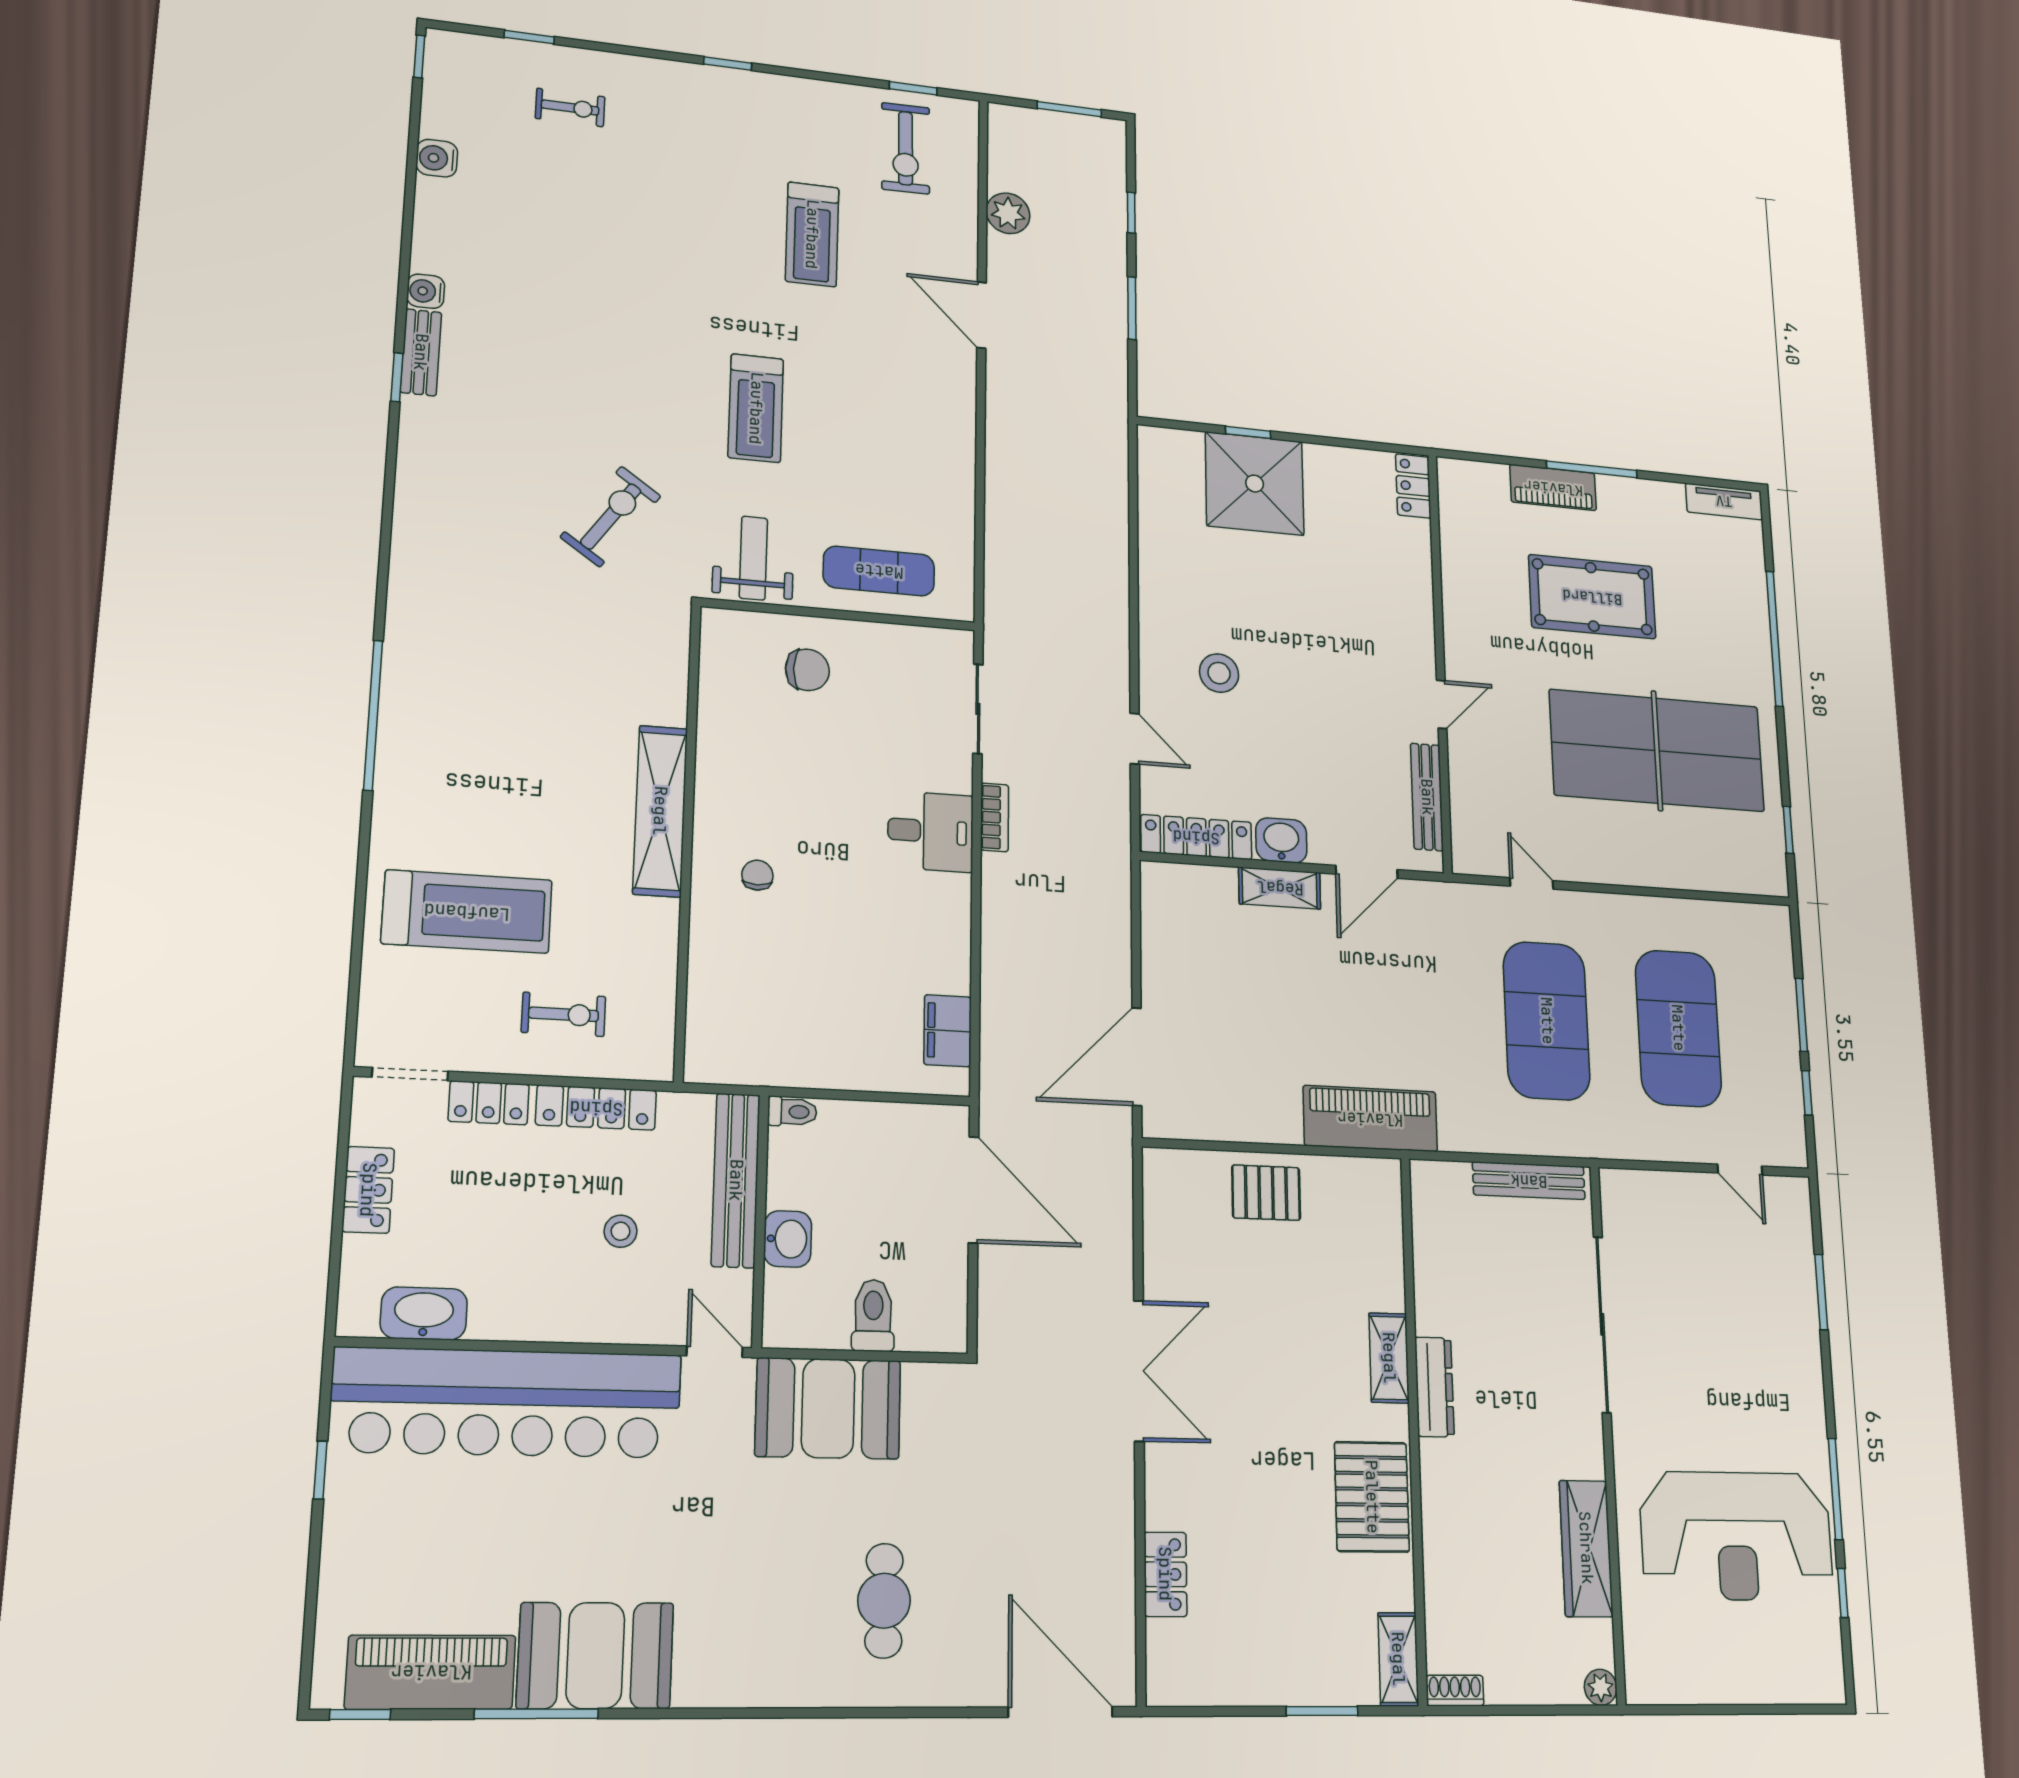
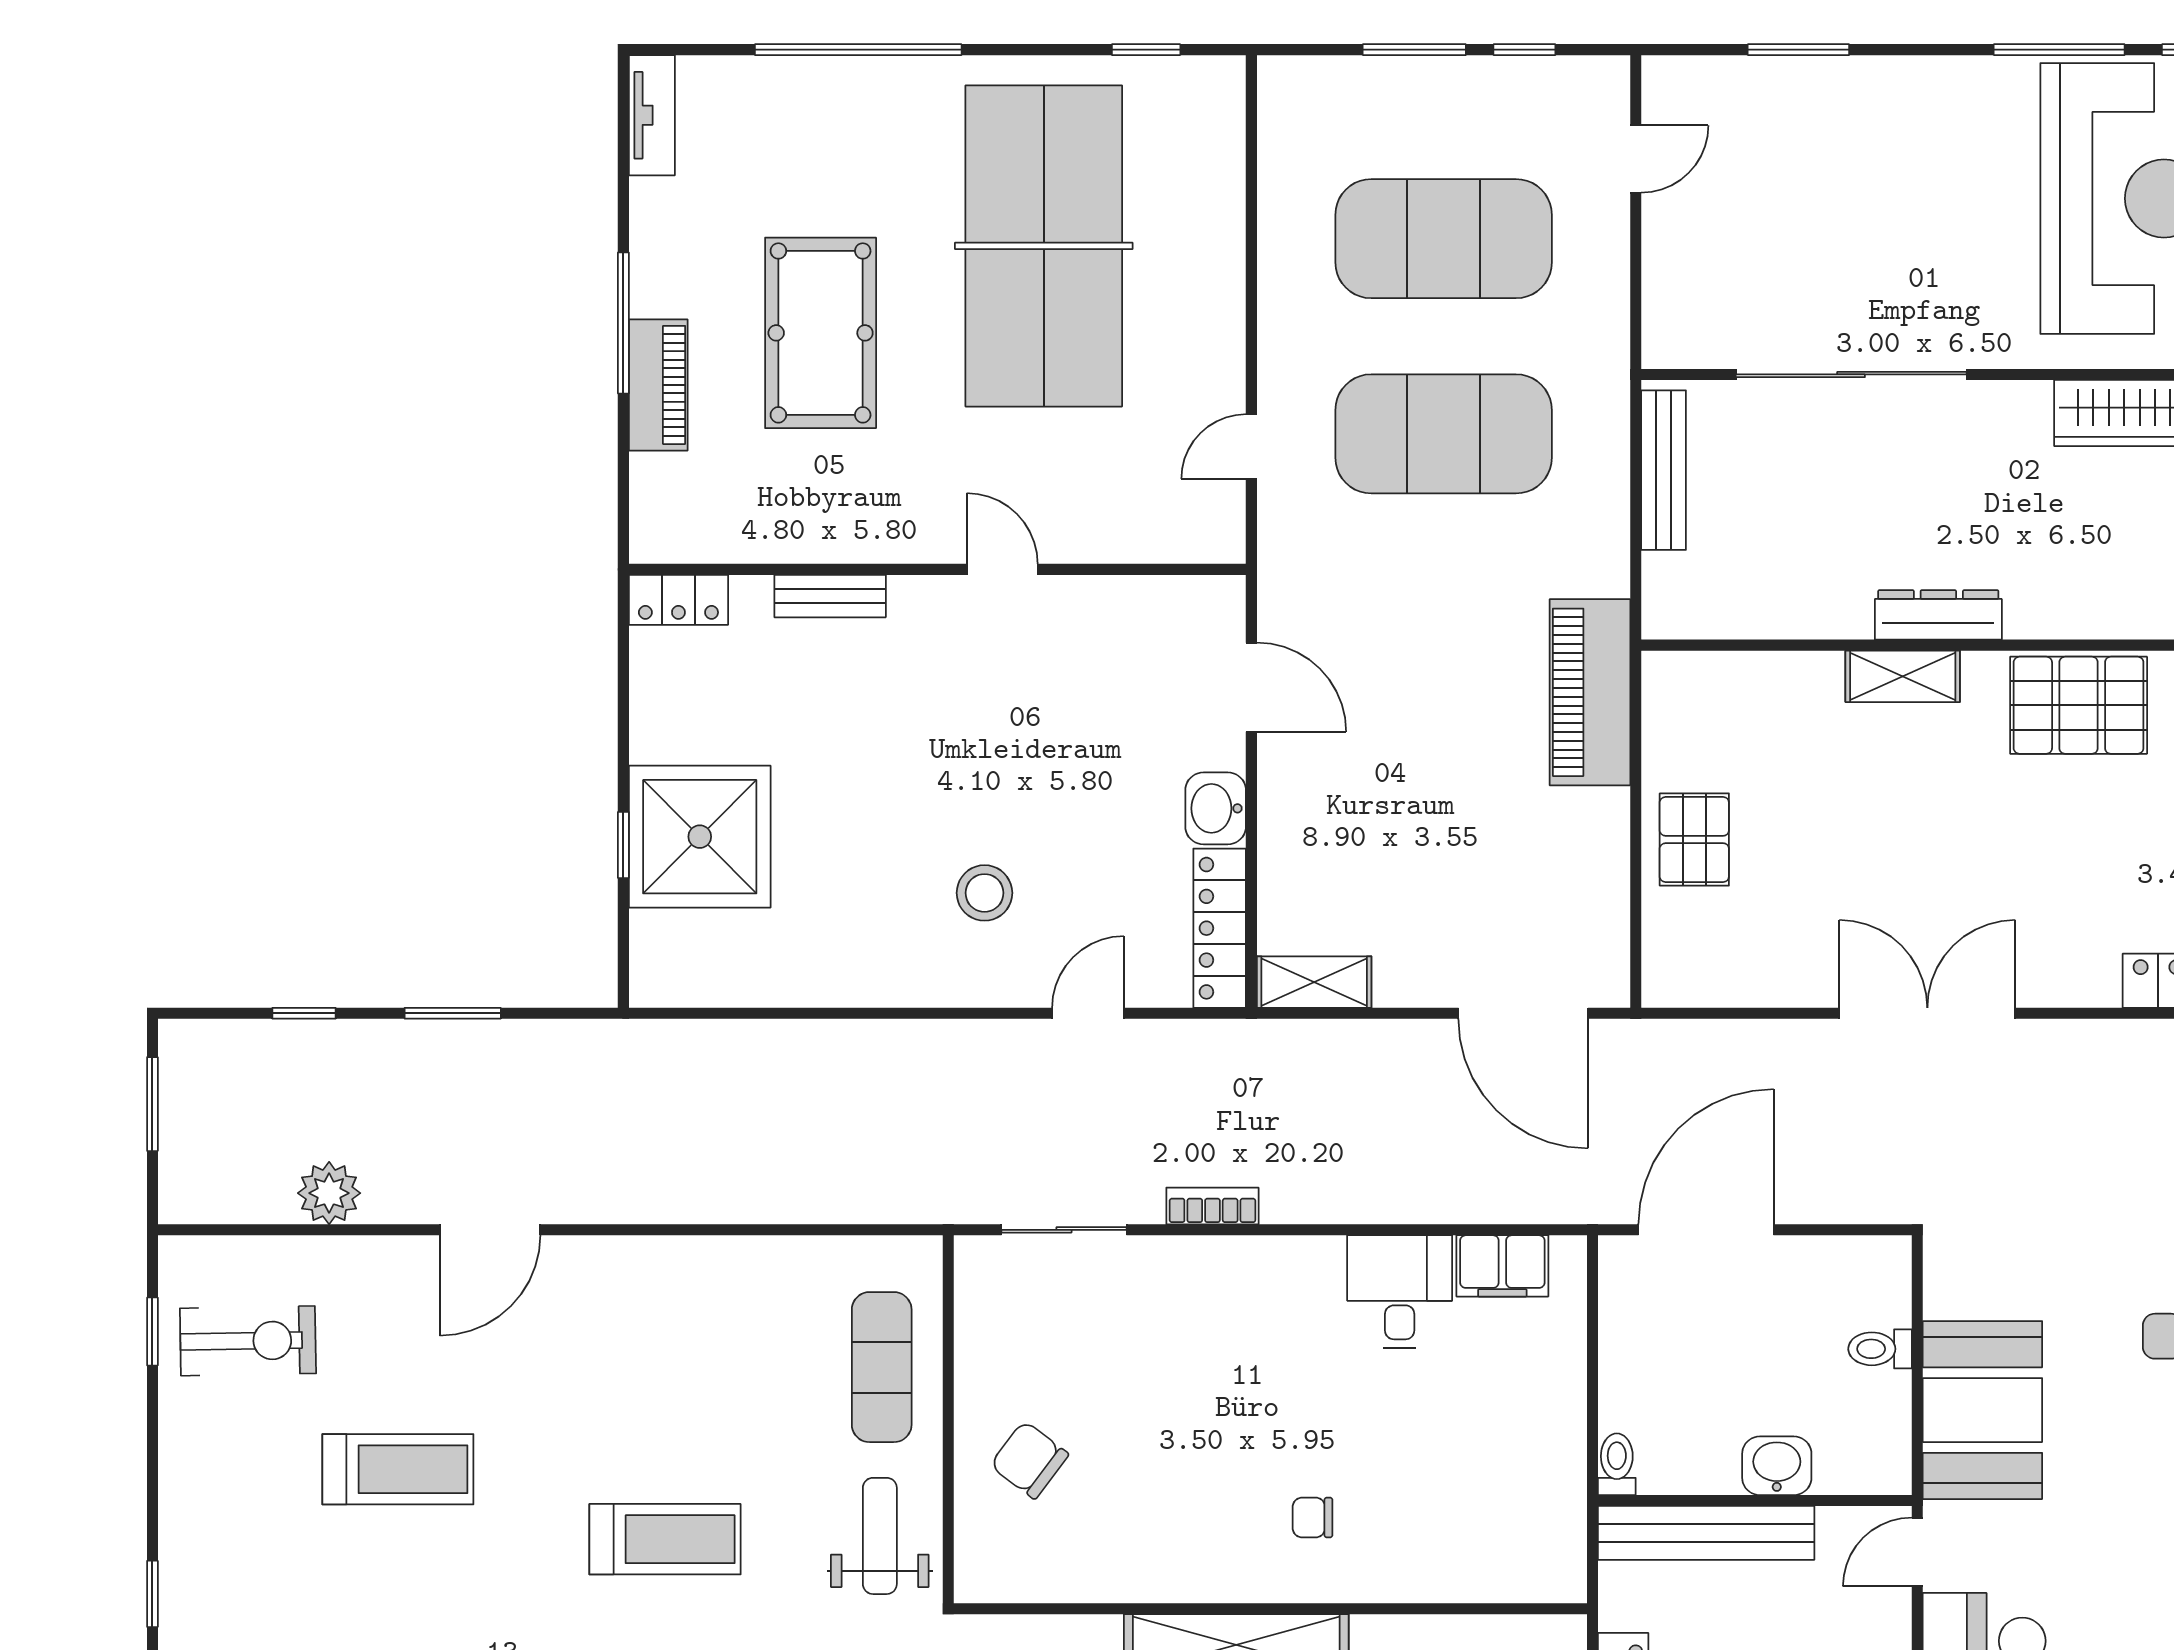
weight bench: (753, 558) -> (880, 1536), turned 90
chair: (807, 670) -> (1029, 1460), turned -53
bench: (1427, 797) -> (830, 596), moved, width x0.73
desk: (931, 831) -> (1400, 1292), moved
shelving: (1280, 888) -> (1314, 982), moved, turned 90
toilet: (873, 1315) -> (1880, 1349), width x0.73, depth x0.72

